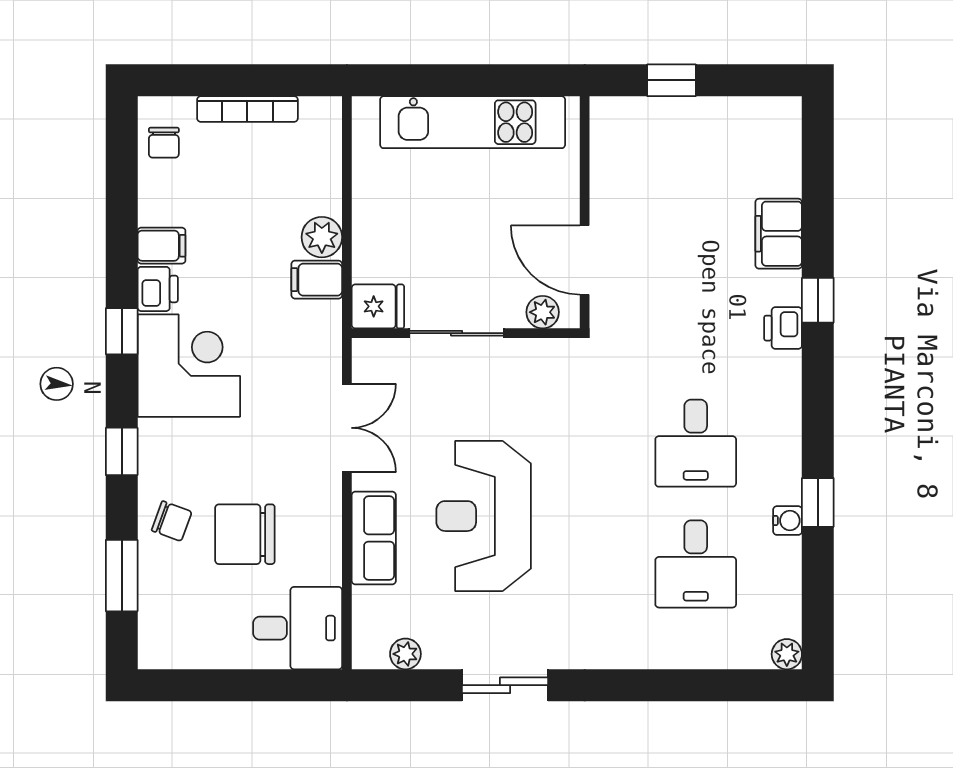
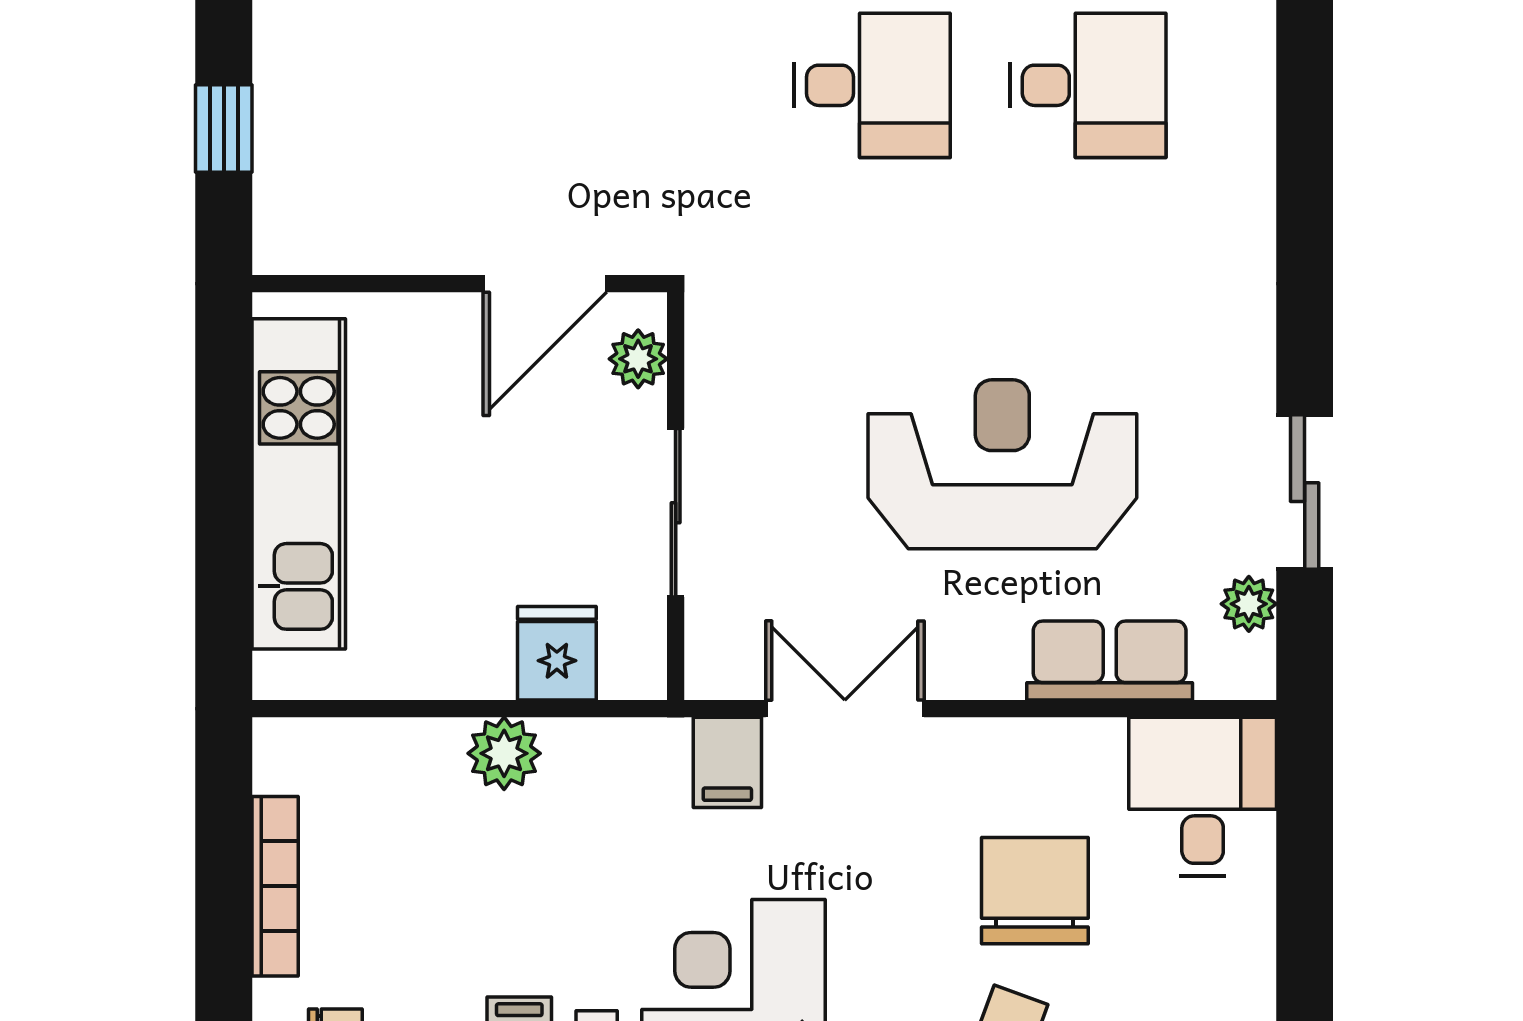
filing cabinet: (317, 280) -> (727, 762), moved
fridge: (378, 306) -> (557, 653), moved
reception desk: (484, 516) -> (1002, 464), turned 180
chair: (245, 534) -> (1035, 891), turned 180
row of seats: (374, 538) -> (1110, 661), moved
sliding door: (505, 685) -> (1305, 492), moved

